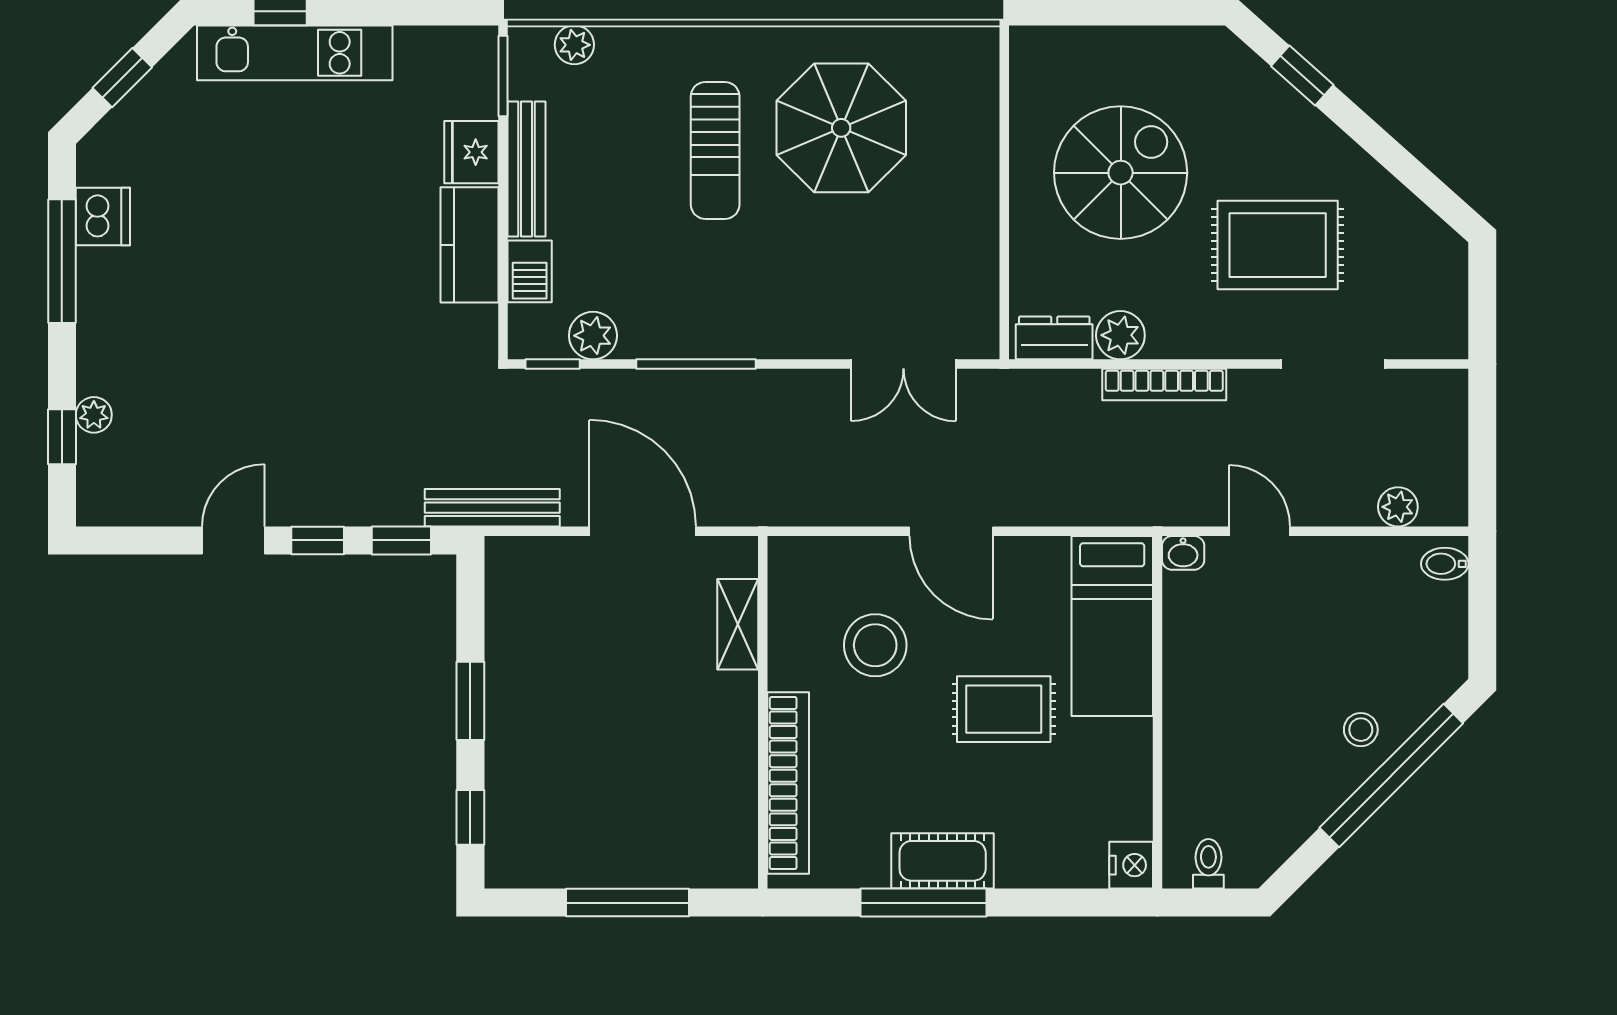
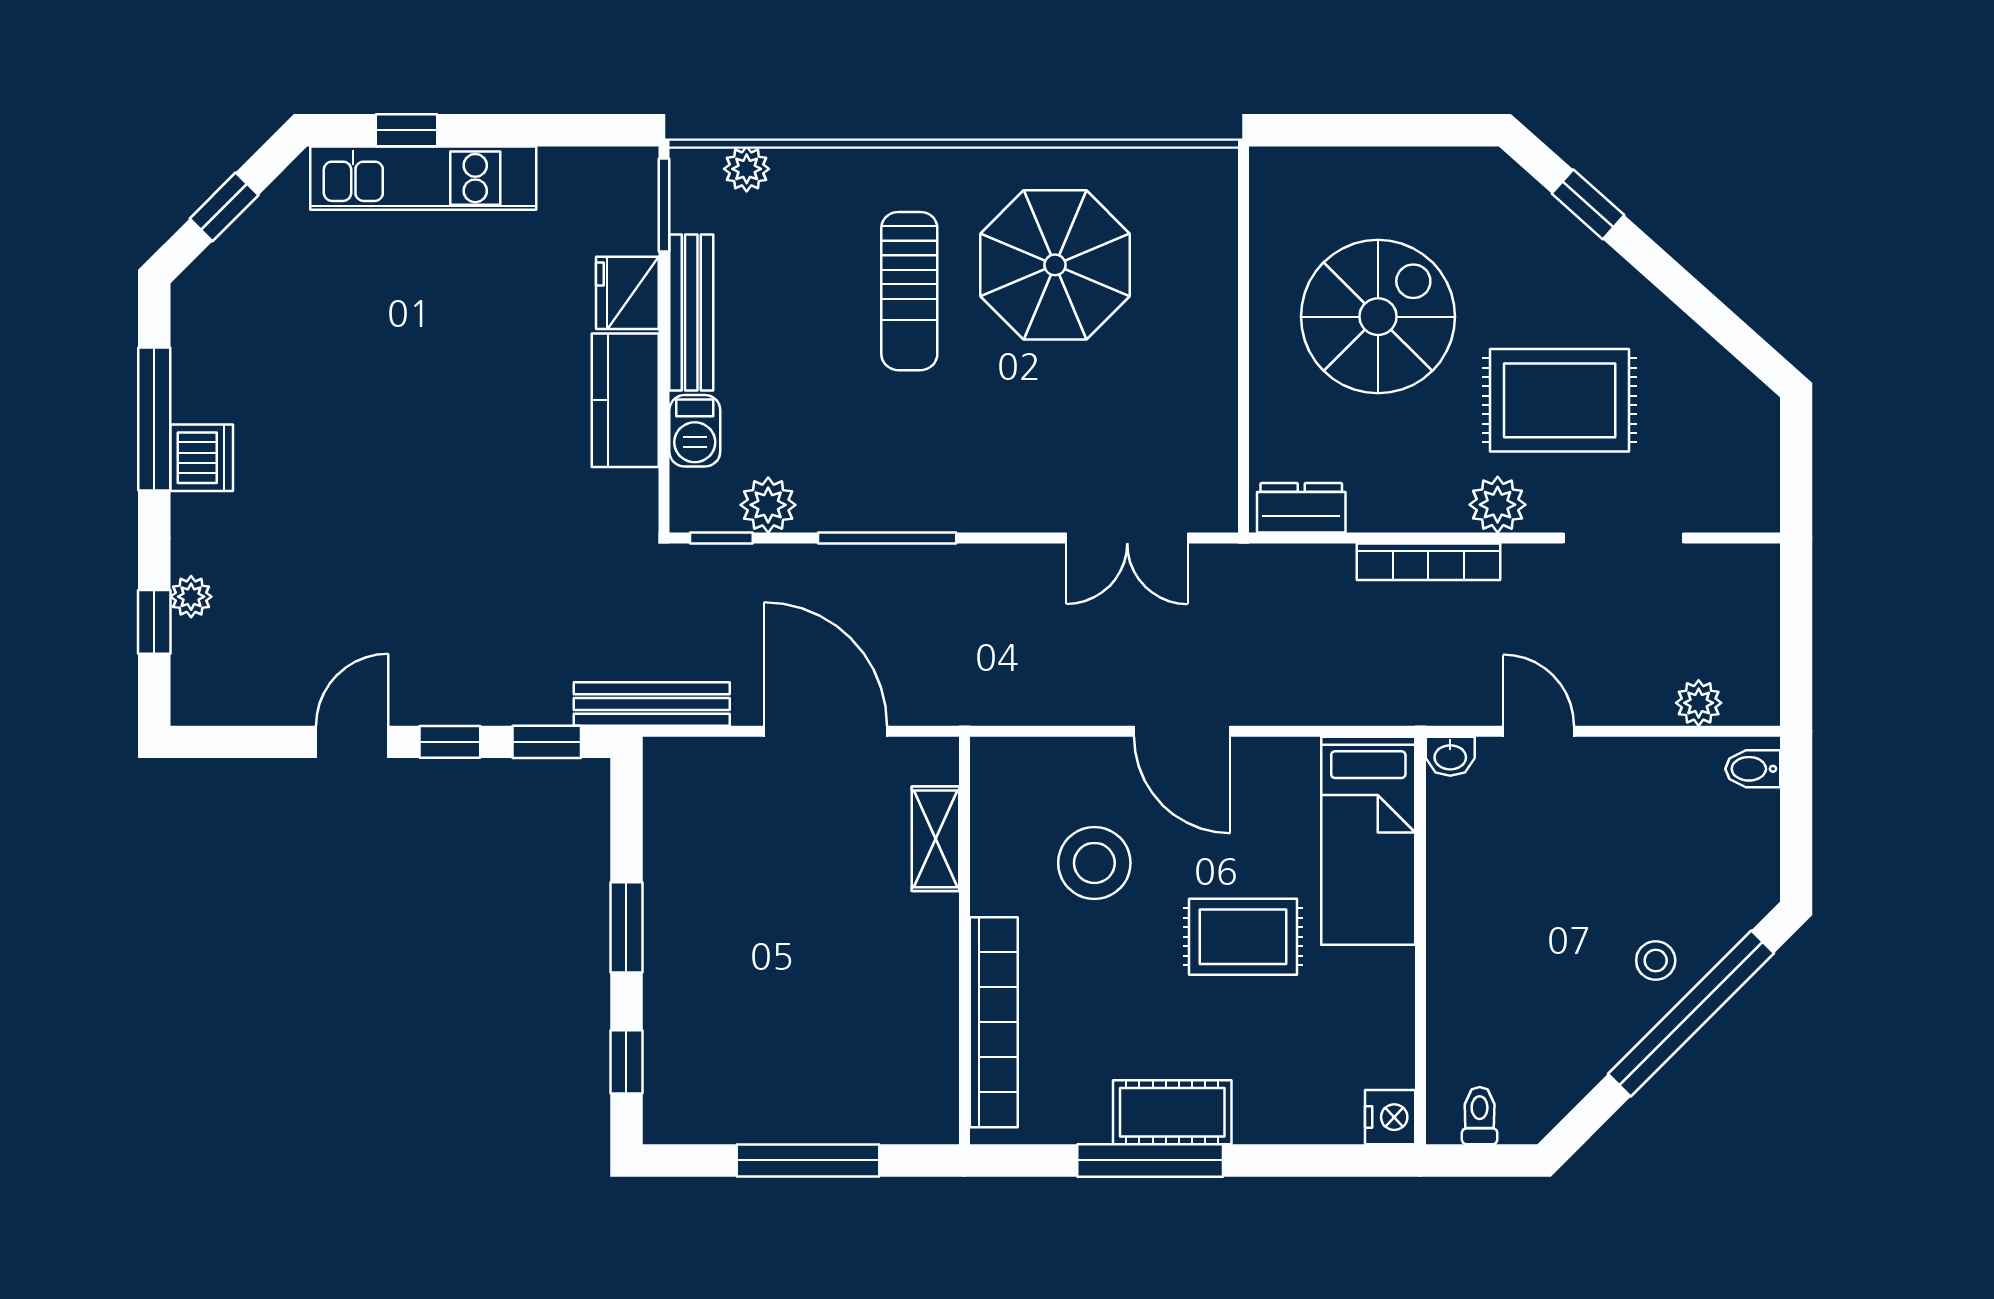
dishwasher: (103, 216) -> (202, 458), moved
plant: (1120, 335) -> (1498, 505), moved

